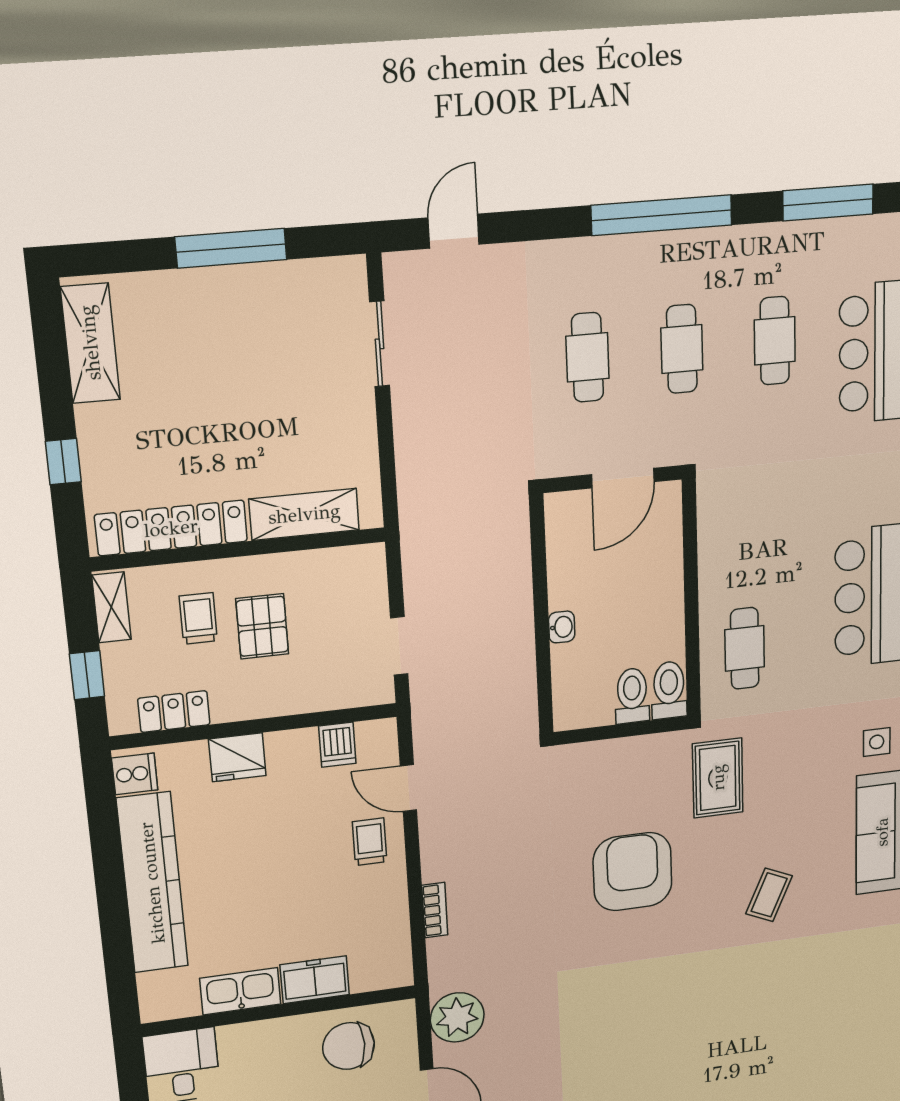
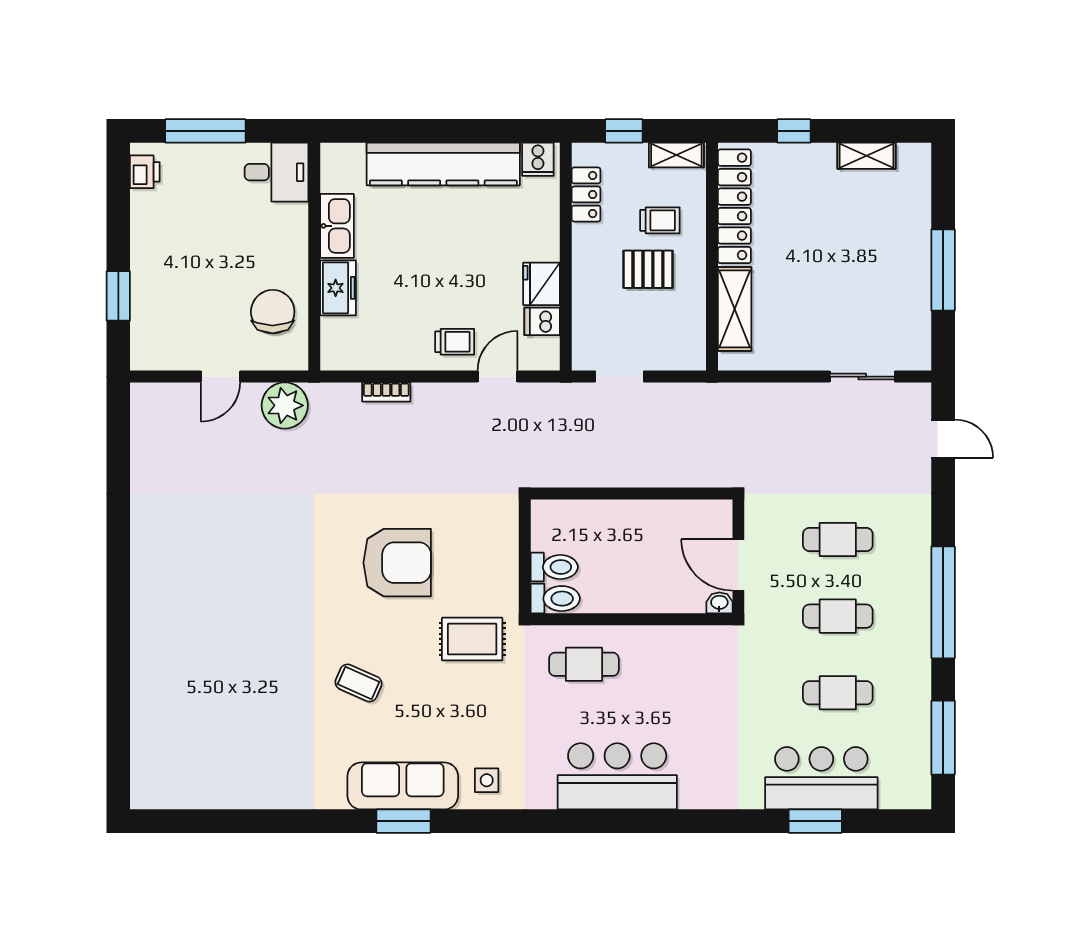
shelving: (90, 343) -> (867, 156), width x0.67, depth x0.75
washbasin: (562, 627) -> (719, 603), moved, turned 180
fridge: (237, 757) -> (542, 284), moved

